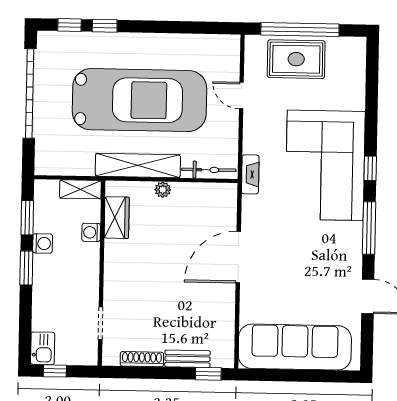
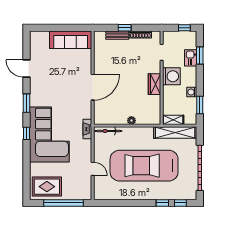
rug: (296, 59) -> (47, 187), moved
shelving: (138, 165) -> (175, 133), moved
wardrobe: (117, 218) -> (154, 84), moved
window: (369, 228) -> (27, 103), width x0.69
washing machine: (91, 232) -> (171, 76), moved, width x1.89, depth x1.89
window: (26, 268) -> (200, 56), moved
sofa: (295, 347) -> (71, 40), width x0.74, depth x0.79
kitchen sink: (43, 348) -> (191, 58), moved
window: (208, 374) -> (125, 28), moved

